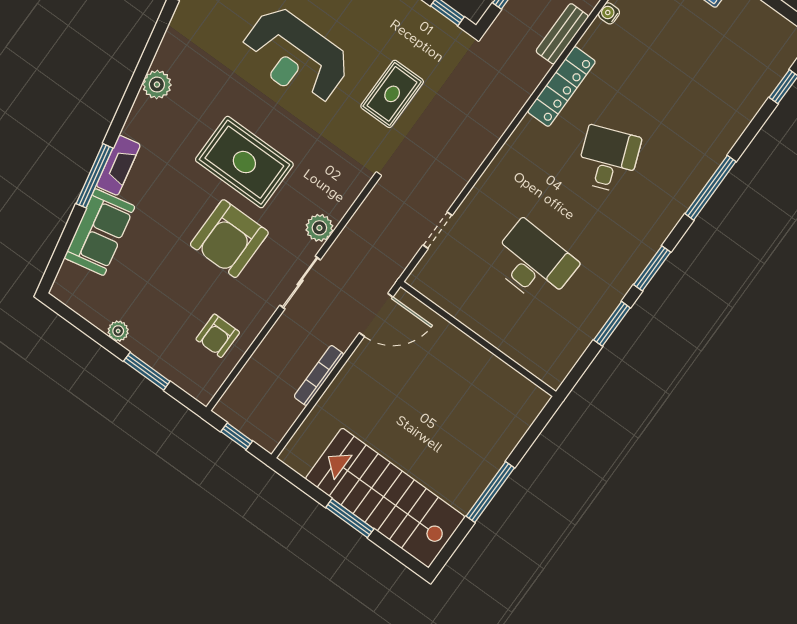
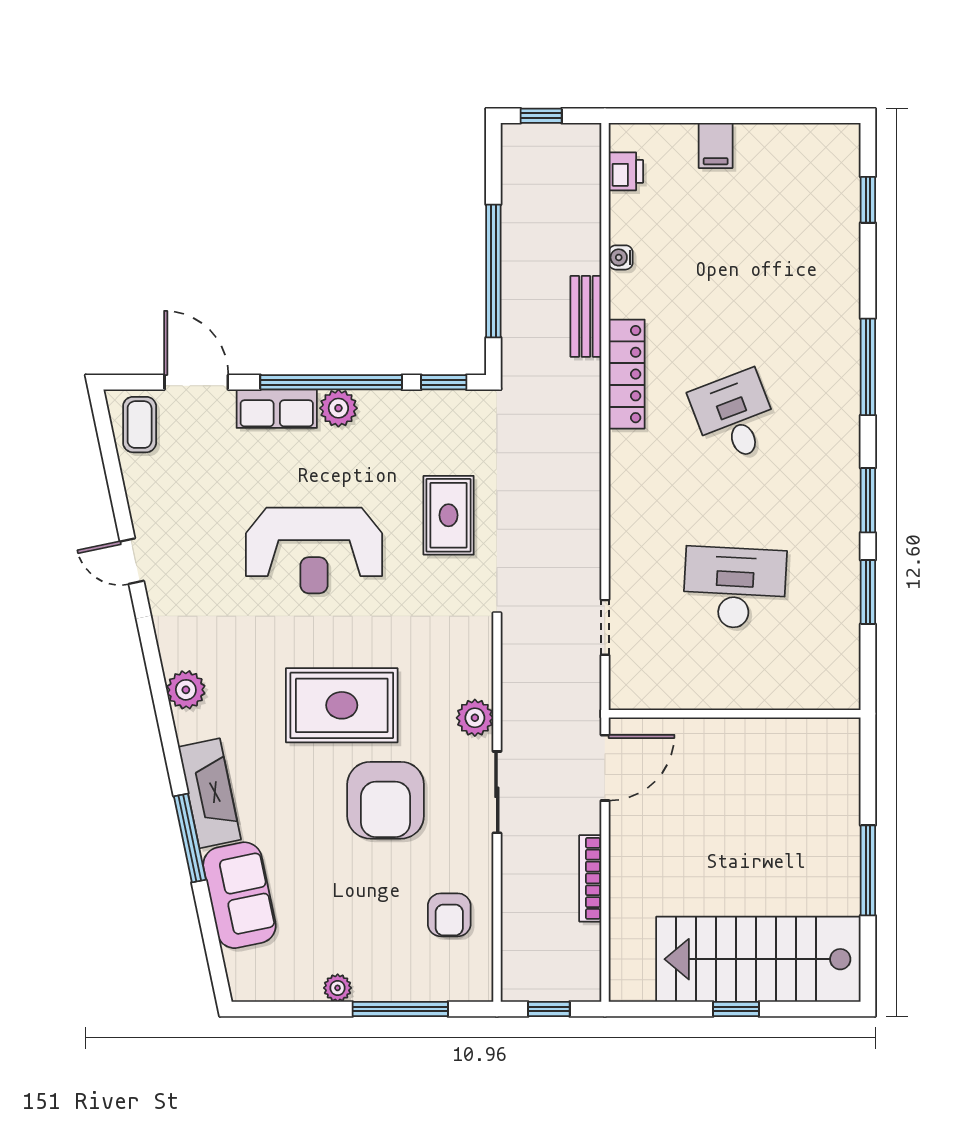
fireplace: (118, 165) -> (210, 793), width x1.37, depth x1.32
window: (147, 371) -> (400, 1009), width x1.44
window: (350, 518) -> (736, 1009), width x0.67

